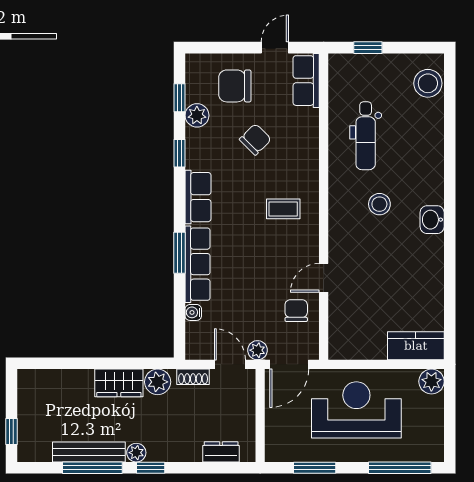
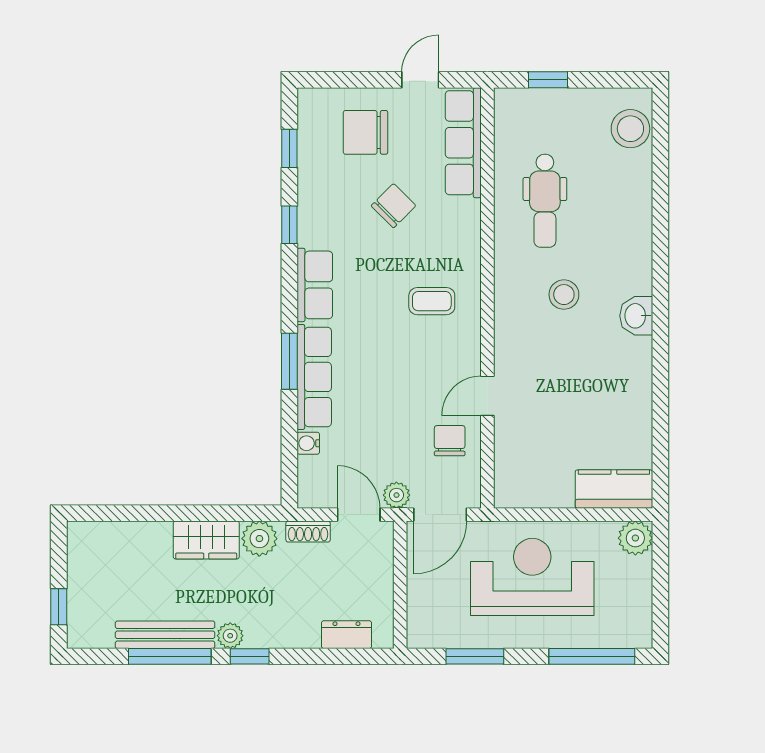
row of seats: (306, 81) -> (463, 143), width x1.48
plant: (197, 115) -> (313, 173), removed

